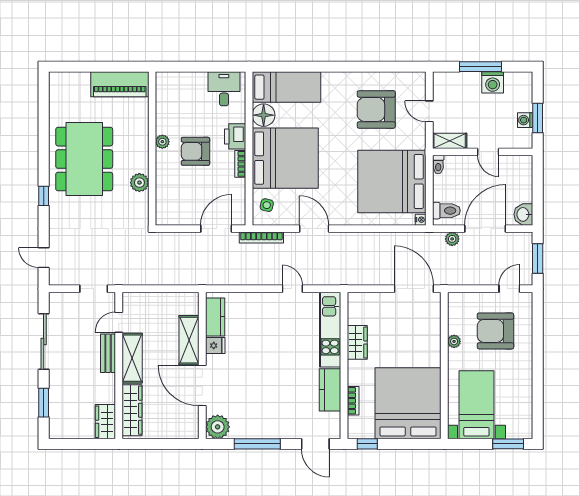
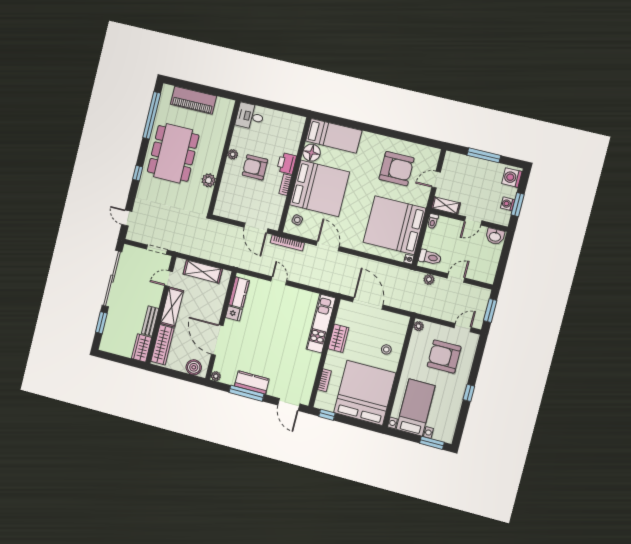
washing machine: (493, 82) -> (512, 178), moved, turned 90
piano: (120, 84) -> (193, 100), moved
desk: (224, 89) -> (250, 116), moved, turned -90
armchair: (376, 109) -> (397, 169), turned 180
door: (429, 111) -> (436, 180), hinge flipped
window: (44, 117) -> (152, 115), added
door: (488, 152) -> (473, 221), hinge flipped
washbasin: (523, 214) -> (495, 236), moved, turned -90
door: (216, 229) -> (256, 228), swing flipped
door: (485, 229) -> (456, 278), width x0.53
door: (292, 289) -> (279, 281), moved
door: (414, 289) -> (368, 303), moved
shelving: (189, 340) -> (203, 272), moved, turned 90
sliding door: (44, 341) -> (112, 279), width x1.36
stool: (421, 341) -> (386, 349), added
plant: (454, 341) -> (419, 326), moved
bench: (108, 353) -> (150, 321), moved
window: (538, 369) -> (469, 393), added
kitchen counter: (330, 390) -> (252, 382), moved, turned 90
plant: (218, 427) -> (216, 376), width x0.53, depth x0.53
boiler: (180, 429) -> (194, 367), added

